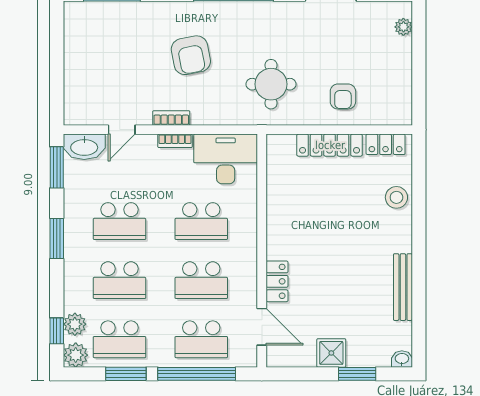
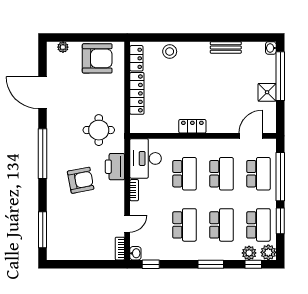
armchair: (343, 96) -> (97, 58), moved, width x1.88, depth x1.88
printer: (213, 110) -> (115, 167), added
bookcase: (171, 118) -> (120, 249), moved
door: (122, 130) -> (127, 224), hinge flipped
washbasin: (84, 147) -> (135, 253), width x0.52, depth x0.69
window: (57, 167) -> (151, 264), width x0.67
window: (57, 238) -> (211, 264), moved
locker: (277, 281) -> (192, 126), moved
bench: (403, 287) -> (226, 47), width x0.73
window: (357, 374) -> (280, 76), width x2.11

